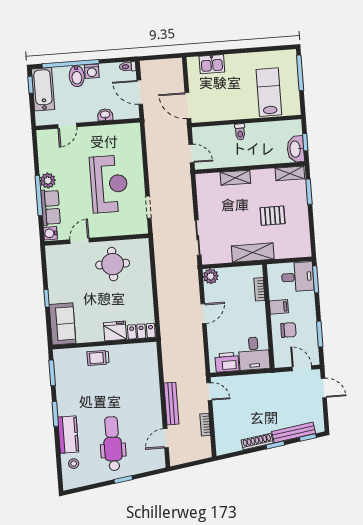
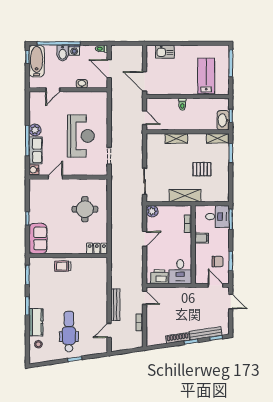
round table: (113, 264) -> (85, 209), moved
chair: (288, 330) -> (218, 262), moved
fridge: (115, 331) -> (77, 247), removed

